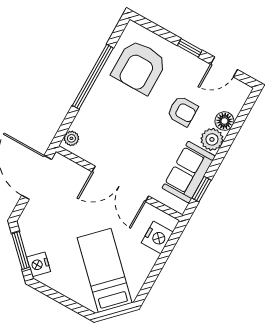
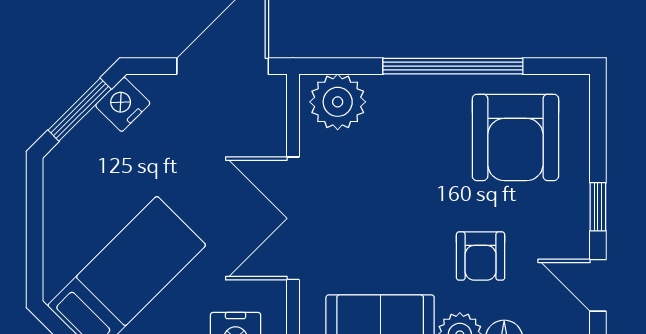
armchair: (139, 67) -> (515, 137), turned -90
plant: (71, 138) -> (338, 102), width x1.88, depth x1.88
nightstand: (39, 264) -> (123, 104), moved

